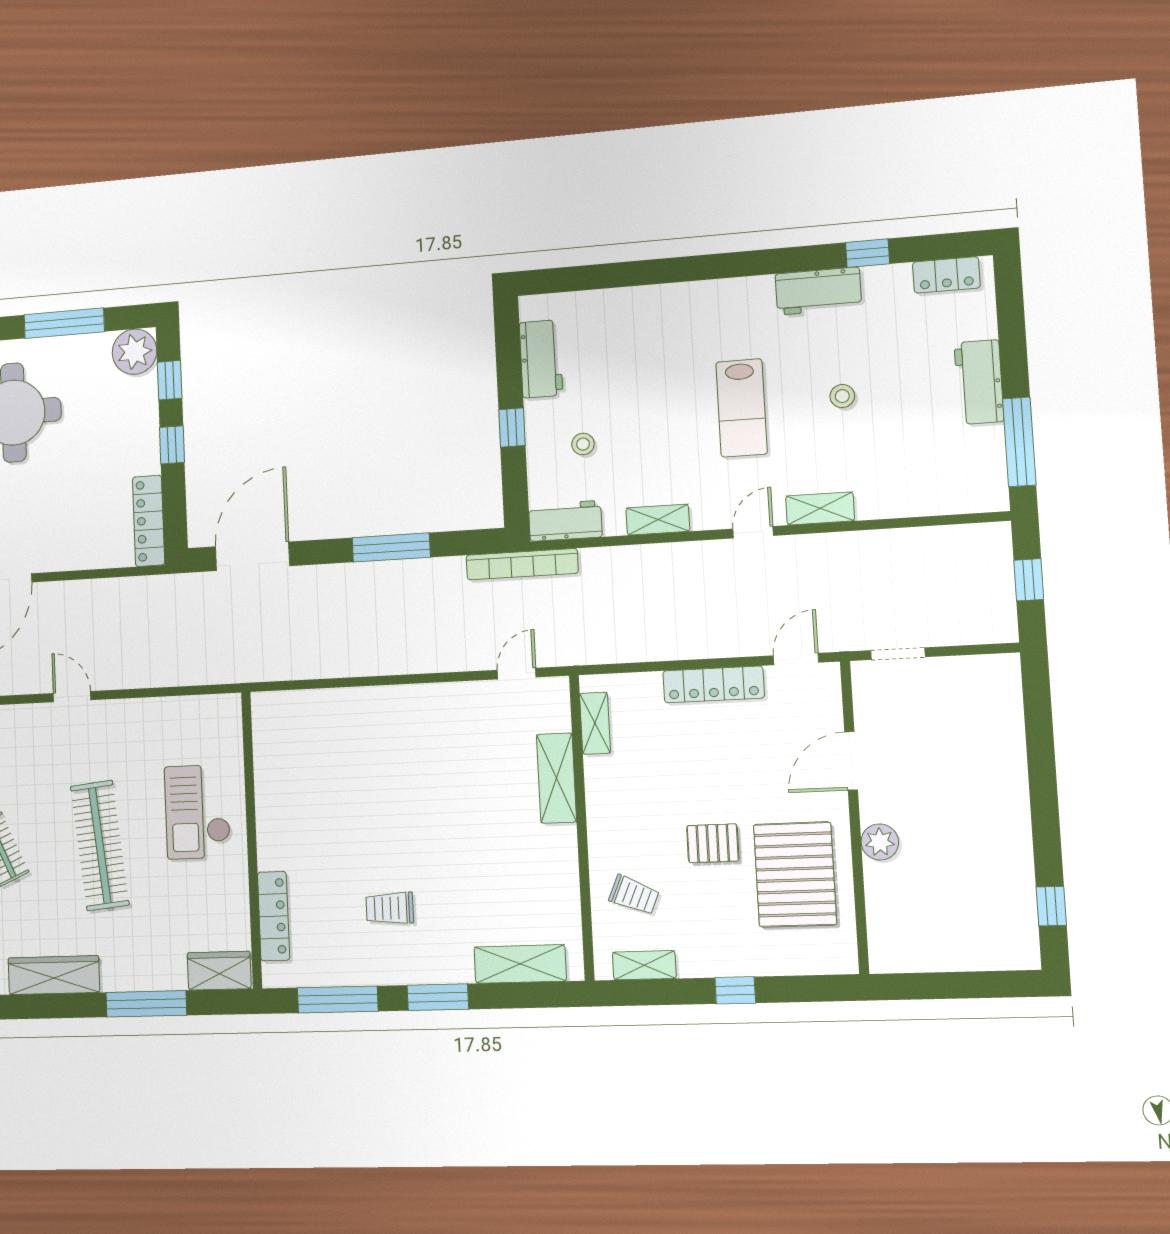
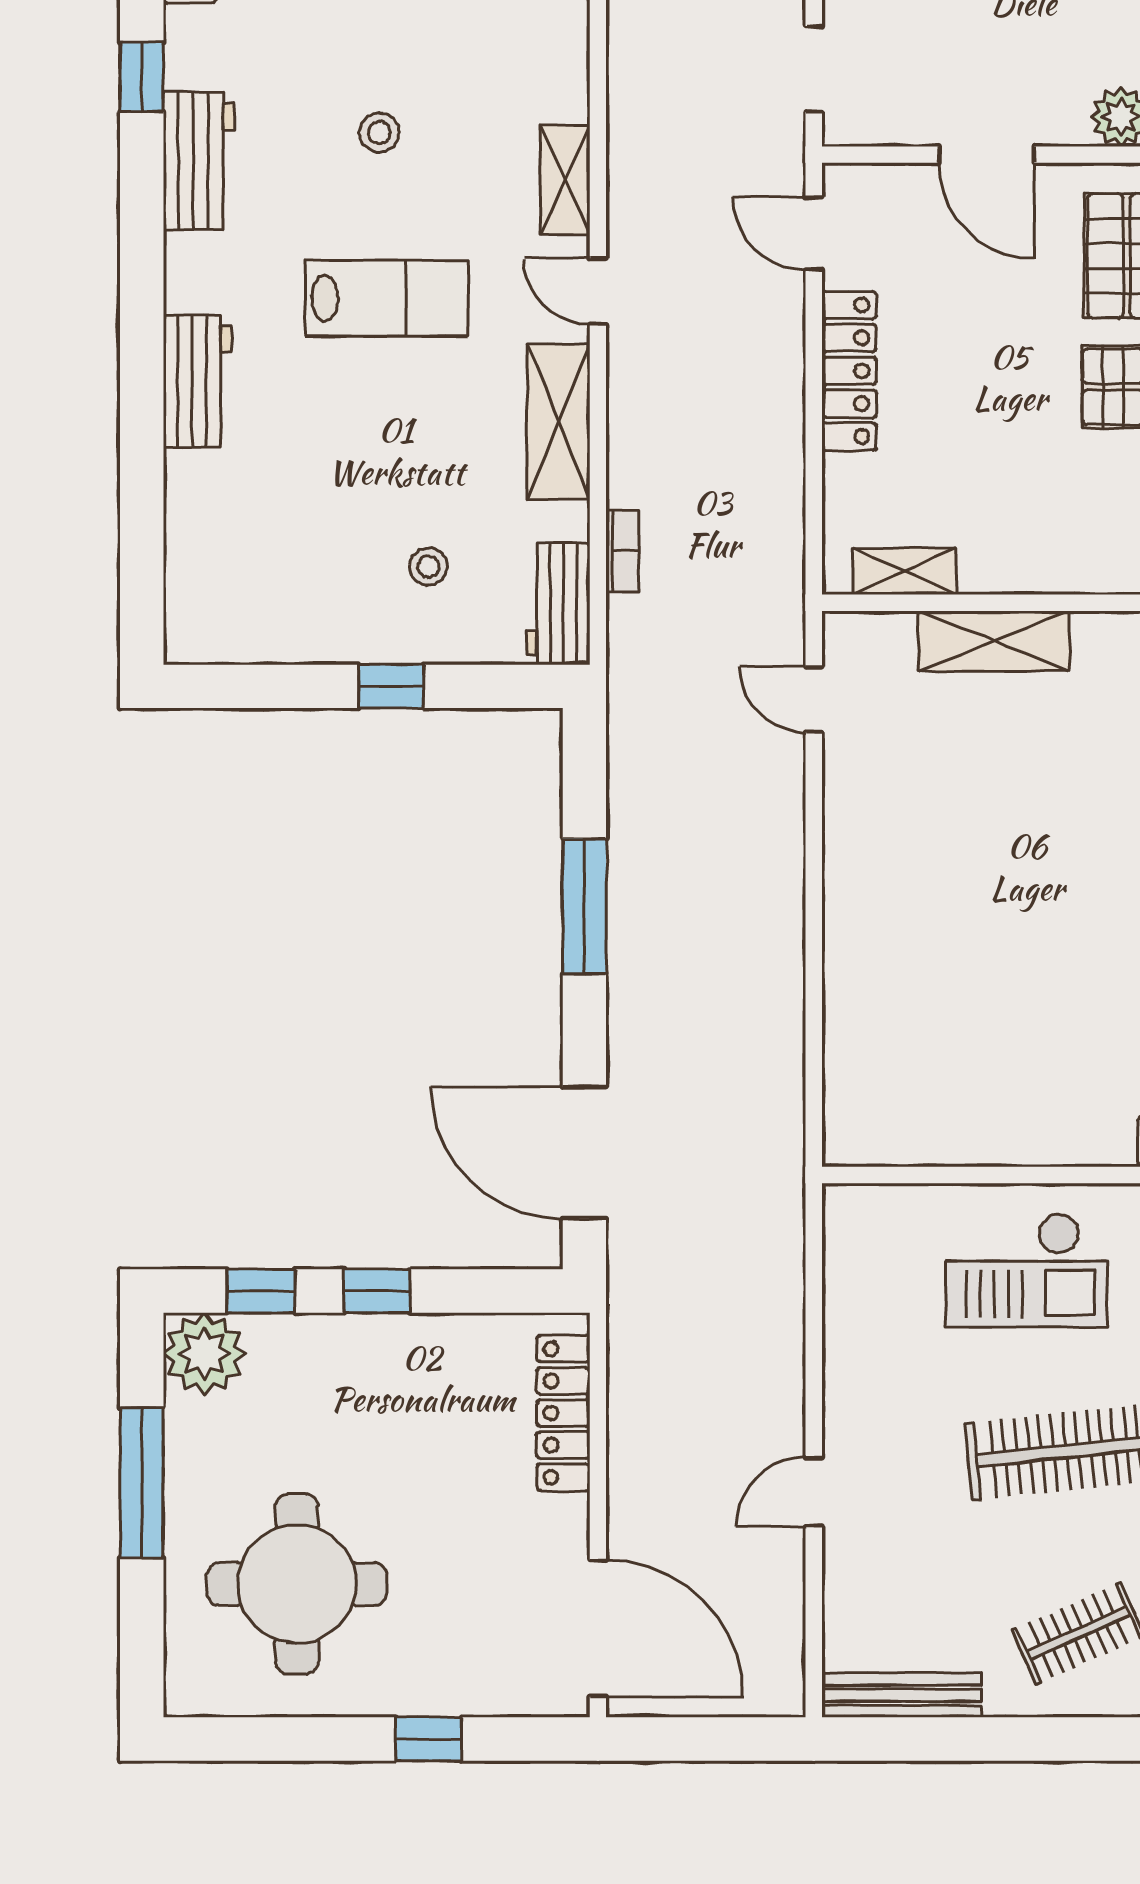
workbench: (541, 359) -> (197, 381), moved, turned 90
shelving: (658, 520) -> (558, 422), width x1.50, depth x1.33
locker: (149, 521) -> (563, 1413), moved, turned 90
bookcase: (522, 564) -> (622, 551), moved, width x0.43, depth x0.76

